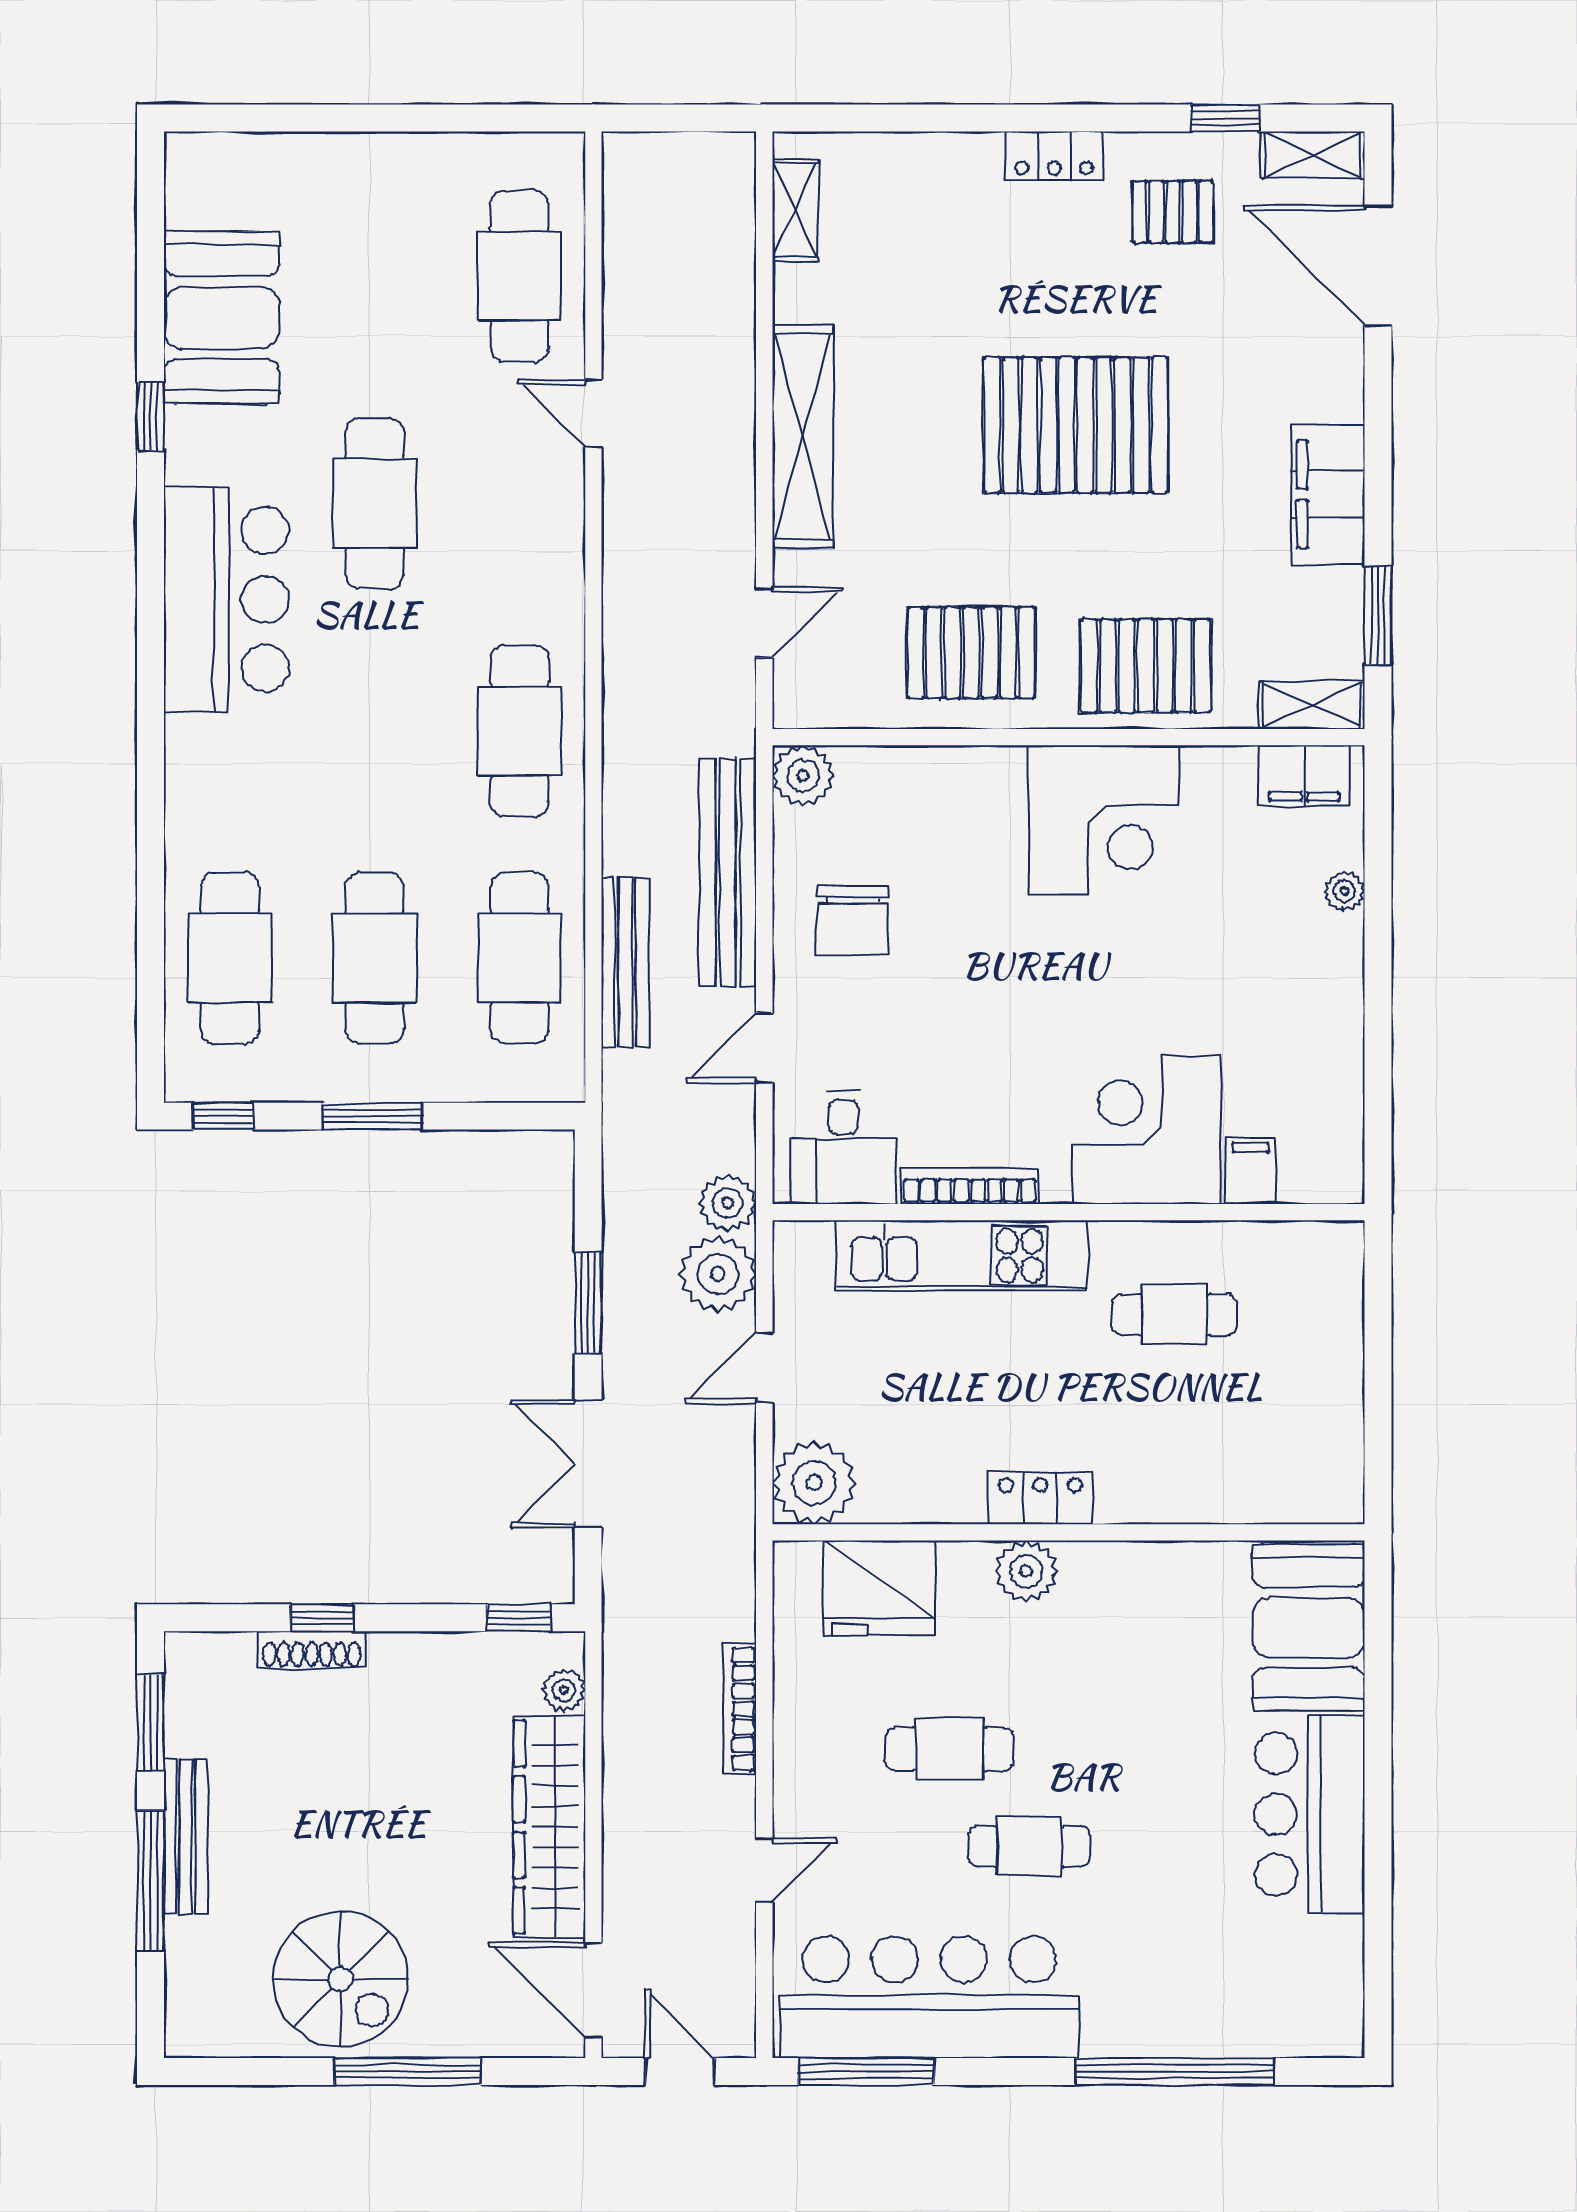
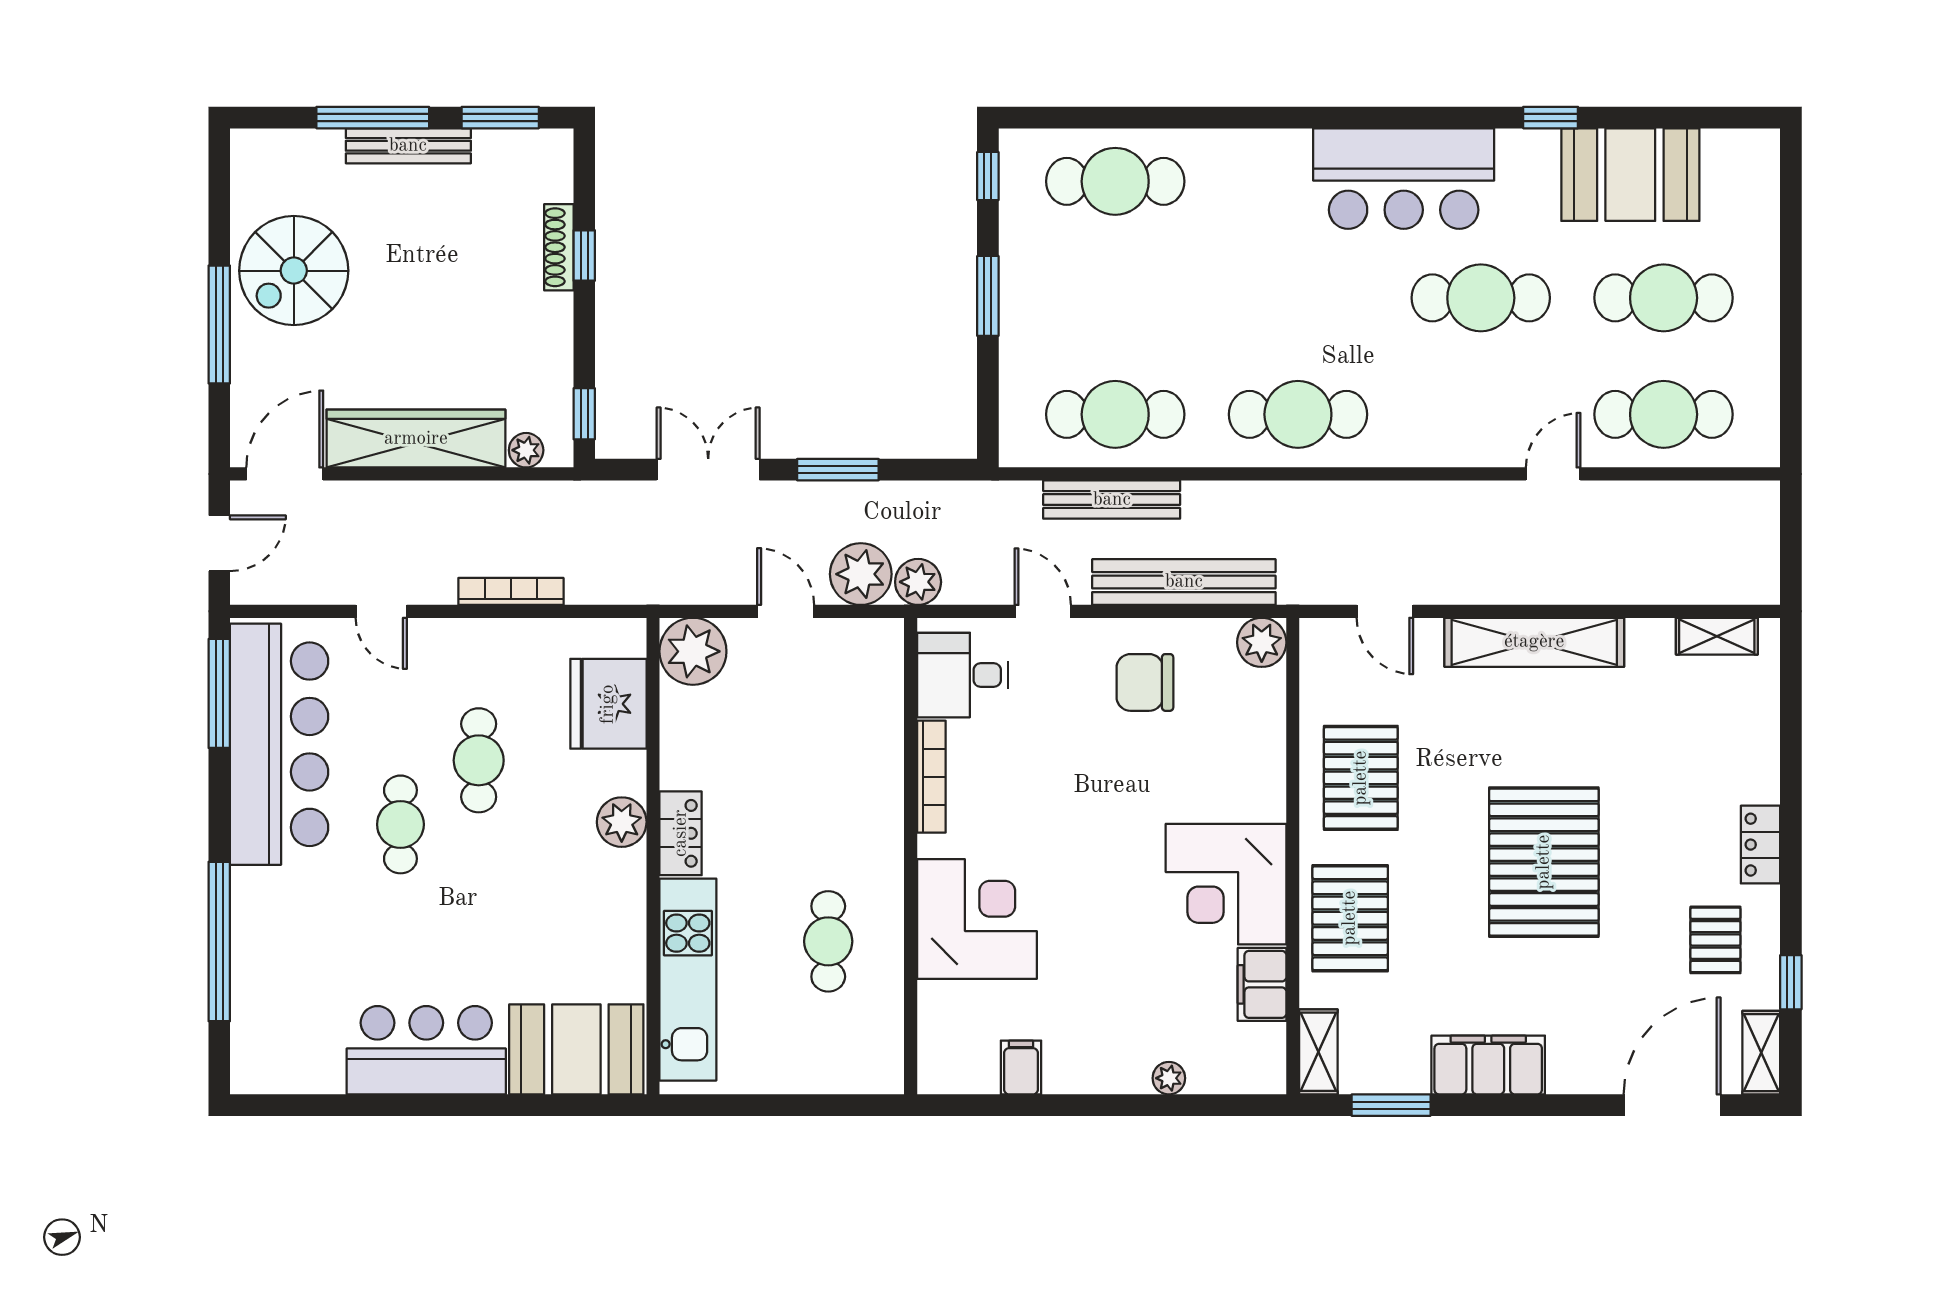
filing cabinet: (1304, 775) -> (1262, 984), moved
cafe table: (375, 958) -> (1664, 298), moved
filing cabinet: (1251, 1171) -> (1021, 1068), moved, turned -90
kitchen unit: (962, 1256) -> (688, 980), moved, turned 180

